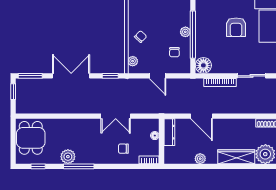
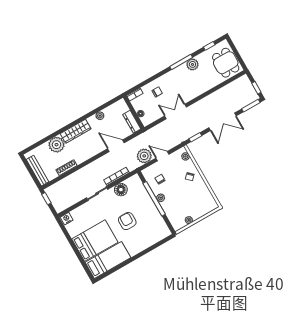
floor lamp: (203, 65) -> (121, 190), moved
plant: (177, 87) -> (144, 156), added

